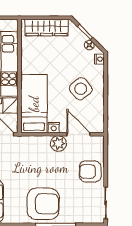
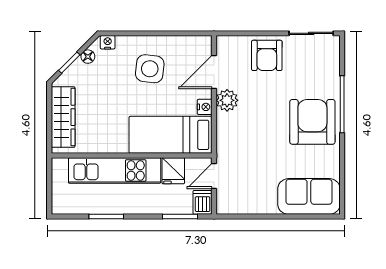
side table: (81, 89) -> (150, 69), turned 45

